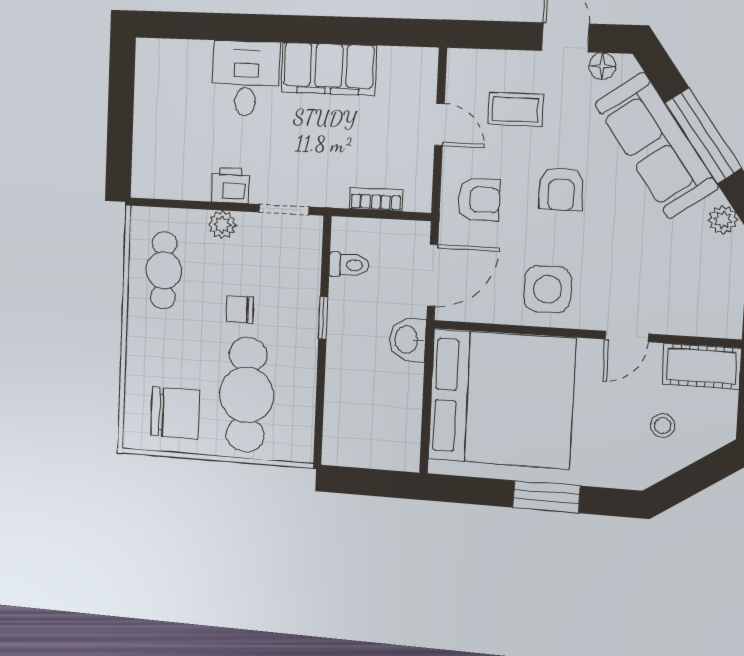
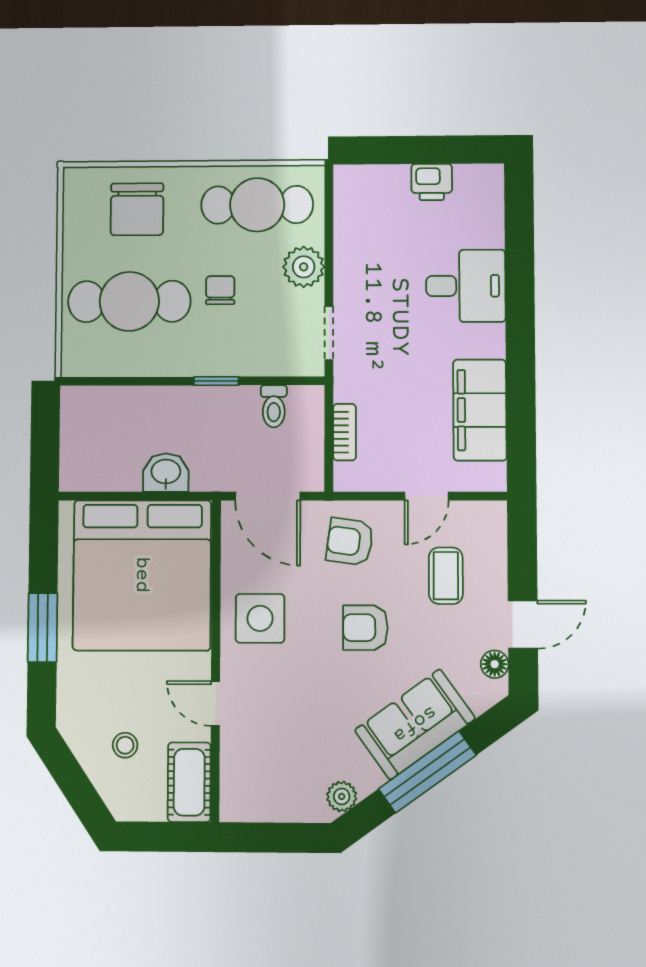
filing cabinet: (329, 69) -> (480, 410), moved
sofa: (656, 146) -> (415, 724), width x0.73
printer: (230, 185) -> (432, 182), moved, turned 90
armchair: (479, 200) -> (350, 542), turned 98
plant: (222, 225) -> (304, 267), width x1.38, depth x1.38
cafe table: (164, 270) -> (257, 205), width x1.37, depth x1.35
washbasin: (407, 340) -> (166, 473), moved
chair: (175, 413) -> (137, 209), moved

